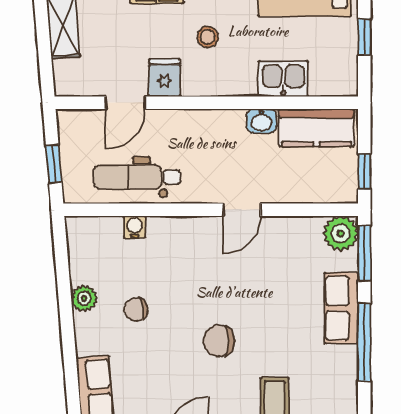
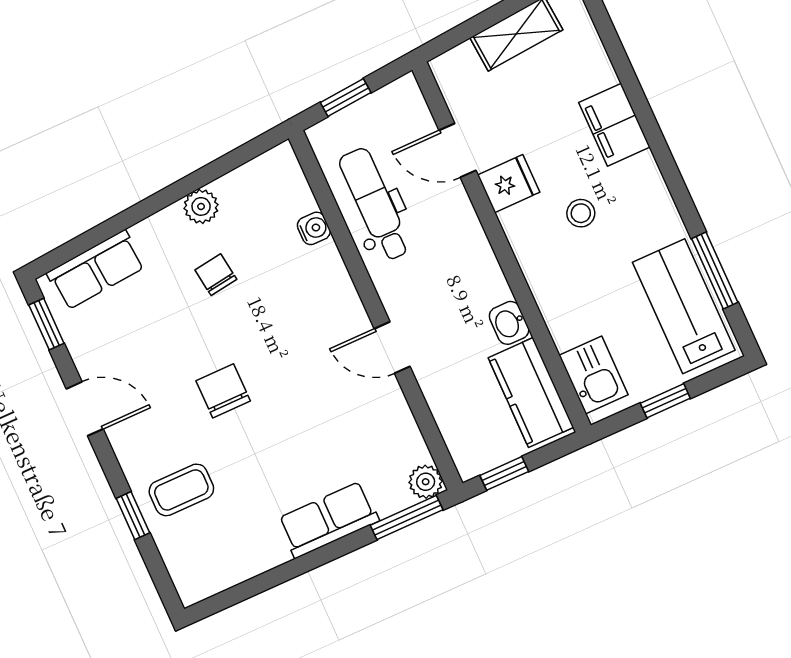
kitchen sink: (283, 79) -> (593, 375), moved
plant: (341, 233) -> (426, 482), width x0.73, depth x0.73
window: (364, 342) -> (300, 566), removed

